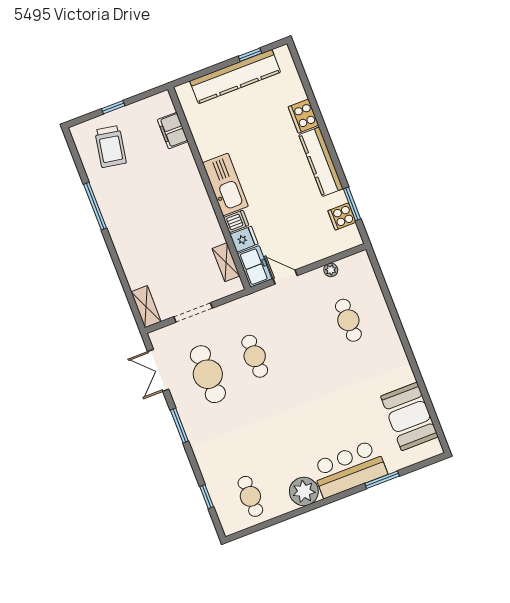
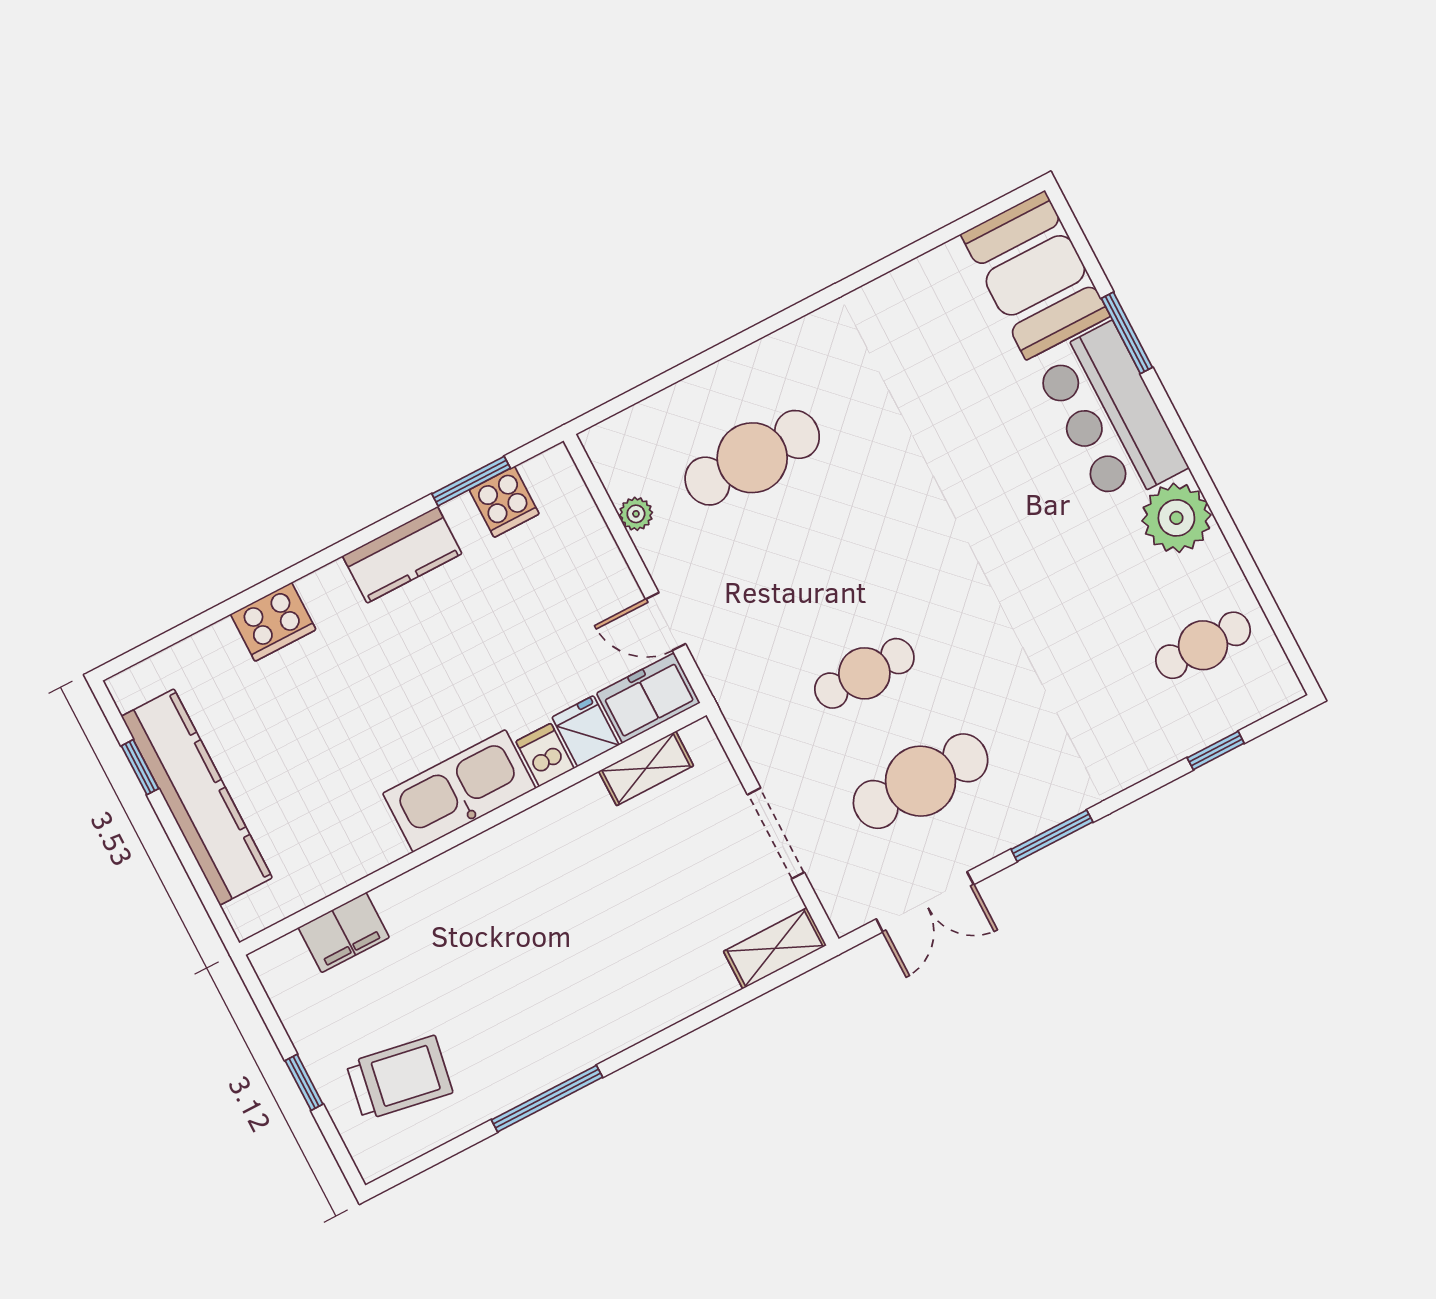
kitchen counter: (321, 162) -> (402, 555), width x0.67
door: (285, 277) -> (666, 621), hinge flipped
cafe table: (348, 320) -> (752, 458), width x1.37, depth x1.35
booth: (409, 416) -> (1035, 275), moved, turned 90

